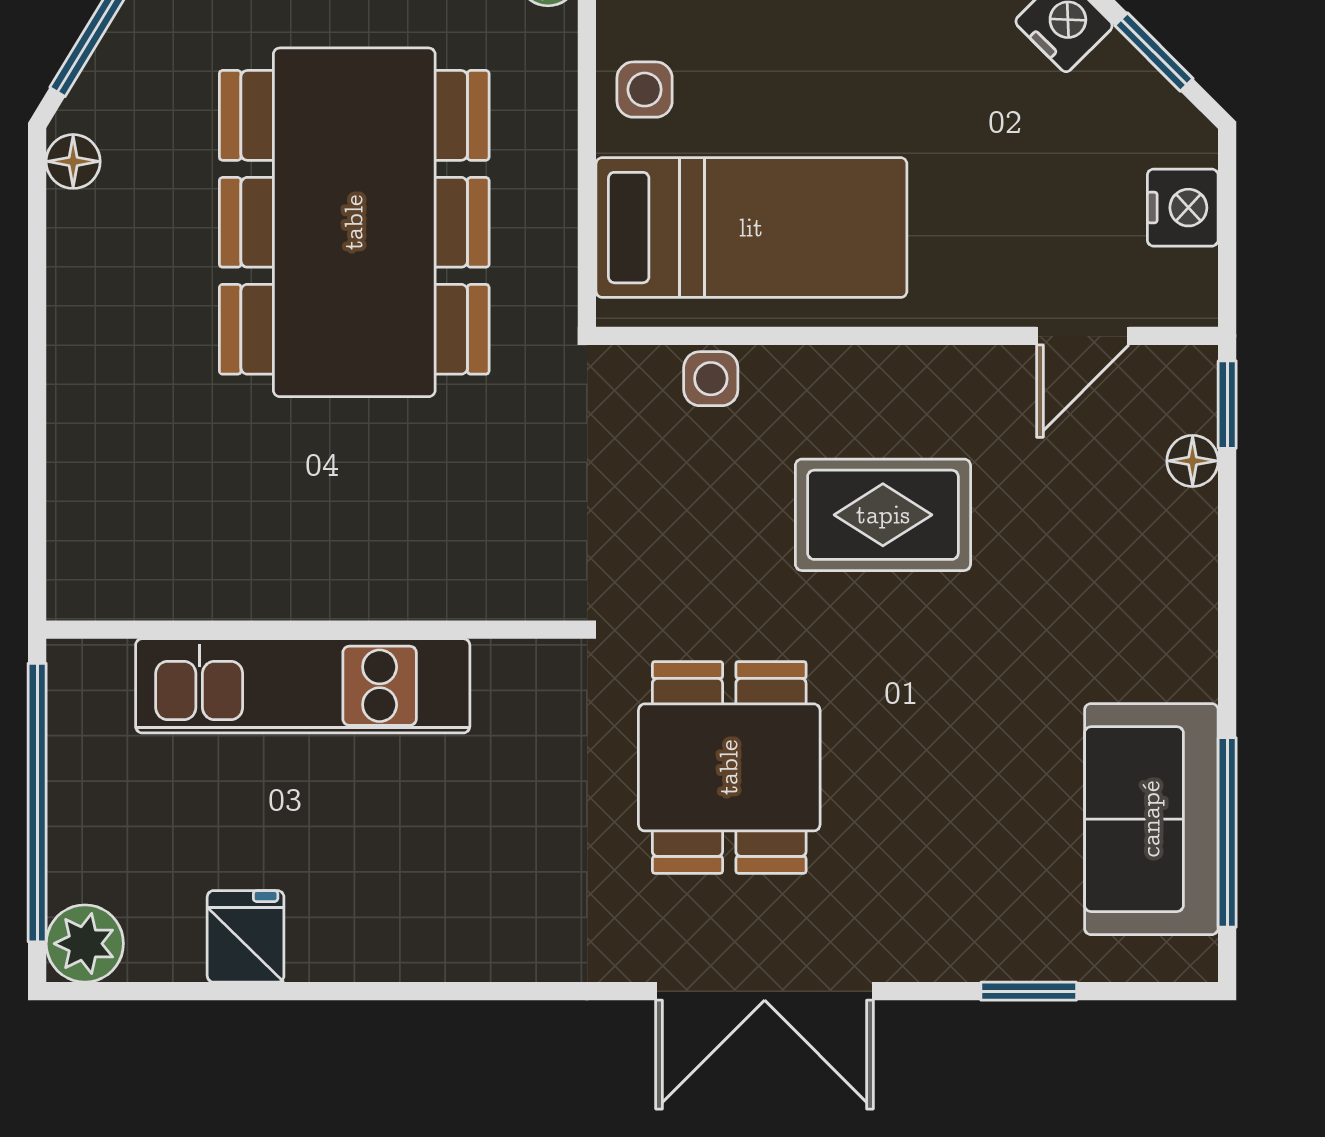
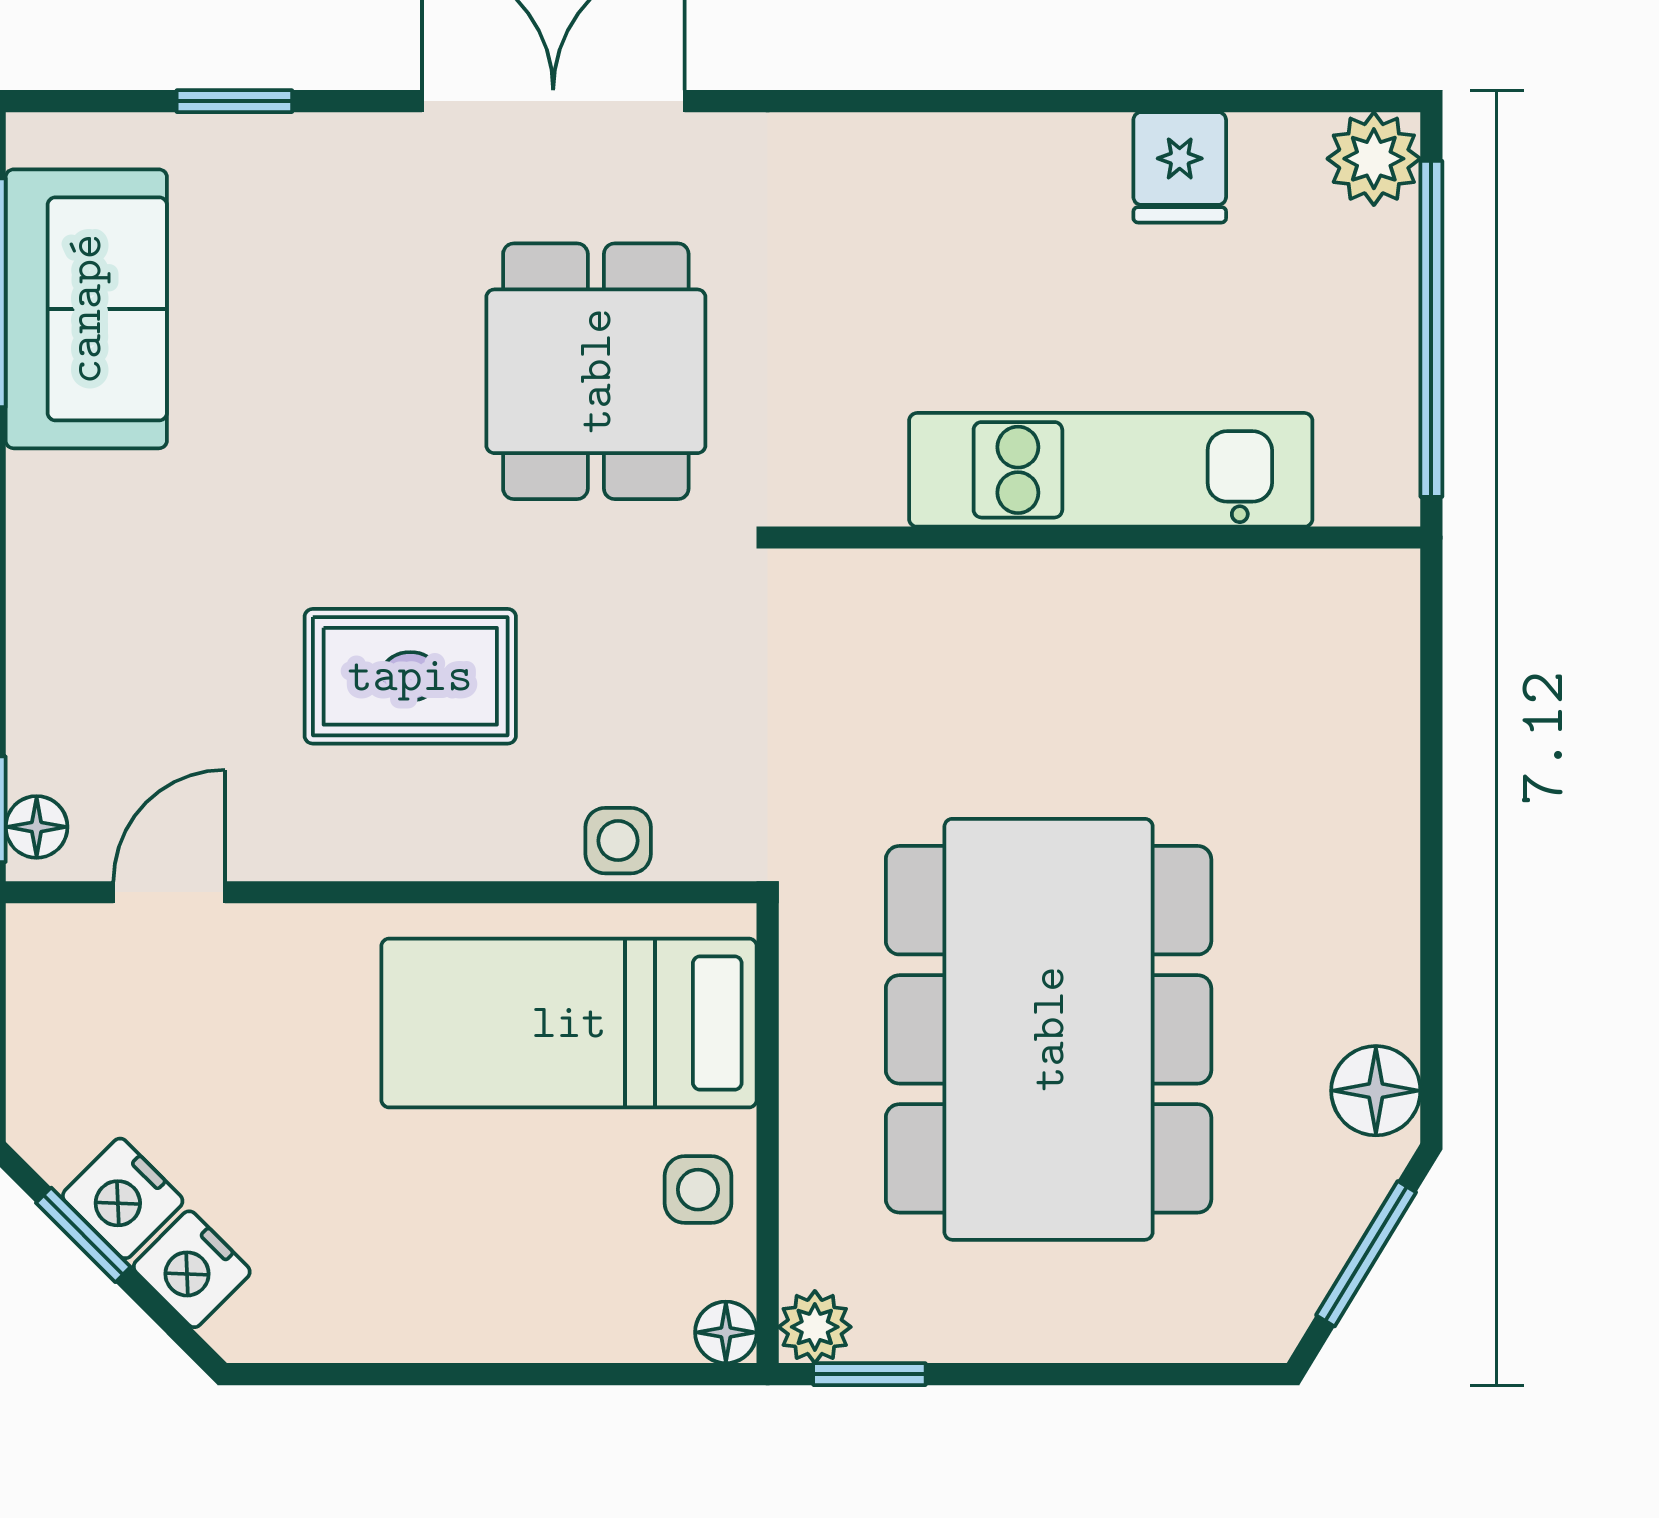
floor lamp: (73, 161) -> (1376, 1091), width x1.37, depth x1.37
nightstand: (1183, 208) -> (123, 1198), moved, turned -45
floor lamp: (1193, 461) -> (37, 827), moved

